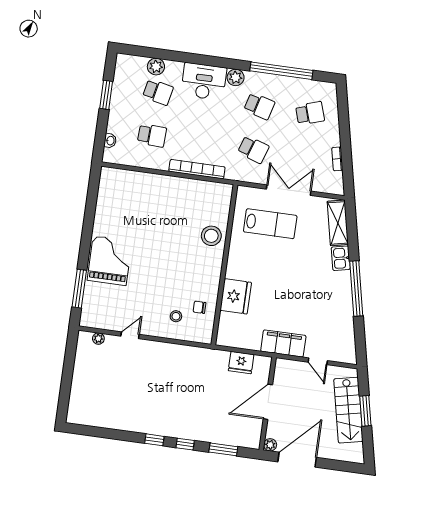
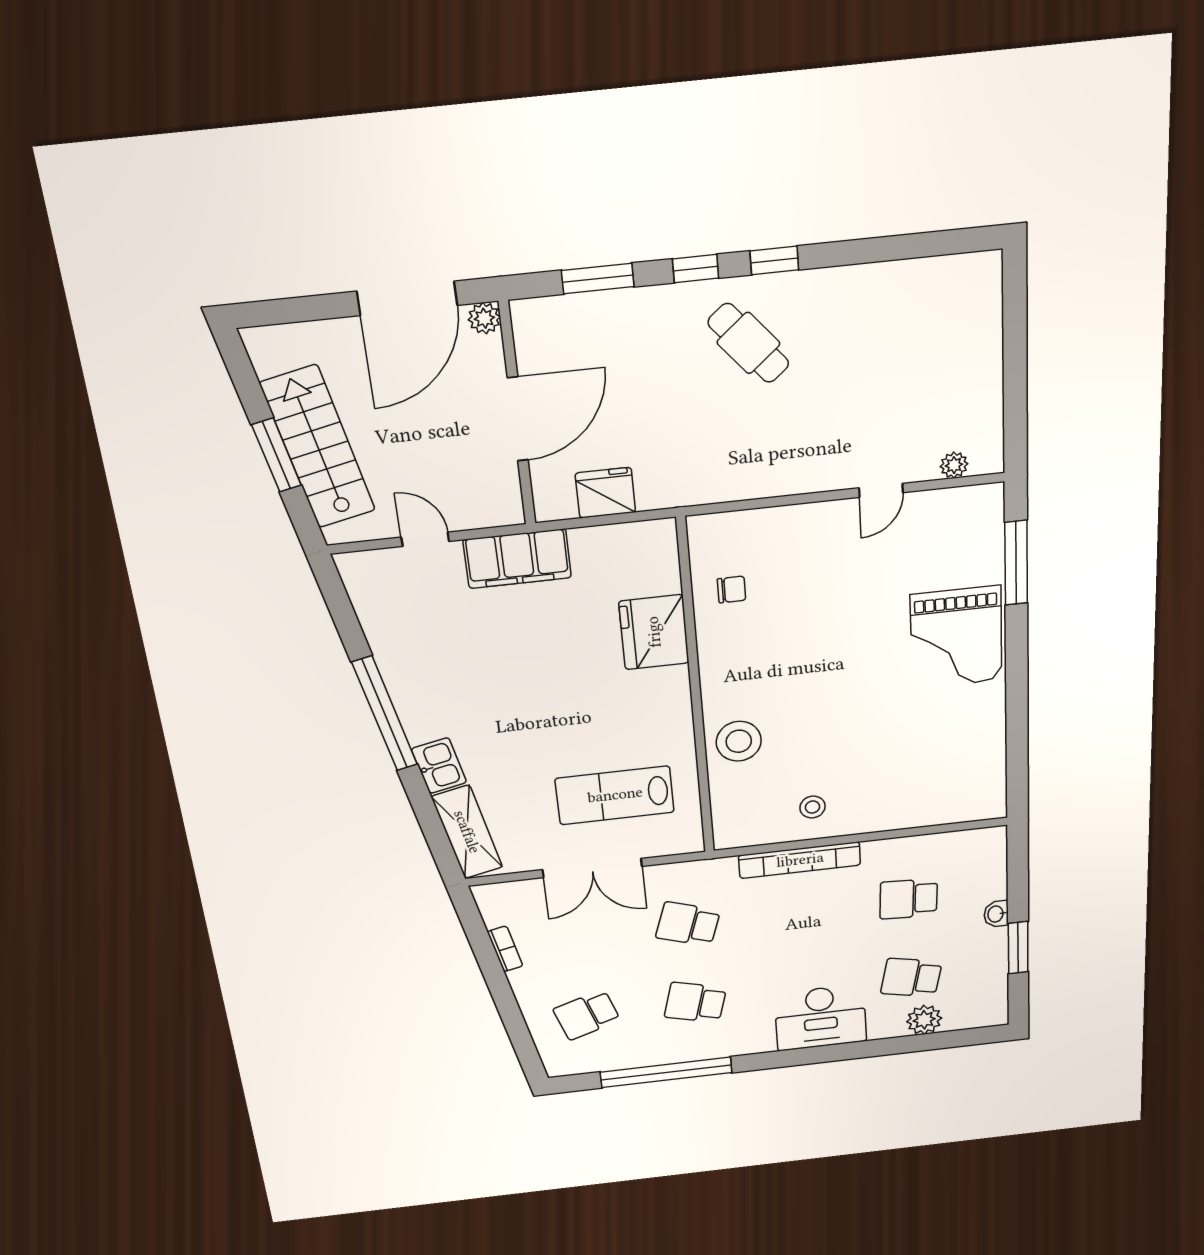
plant: (236, 77) -> (757, 1039), removed
washbasin: (110, 141) -> (996, 914), moved
stool: (176, 316) -> (812, 807), moved
cafe table: (171, 410) -> (748, 343), added

